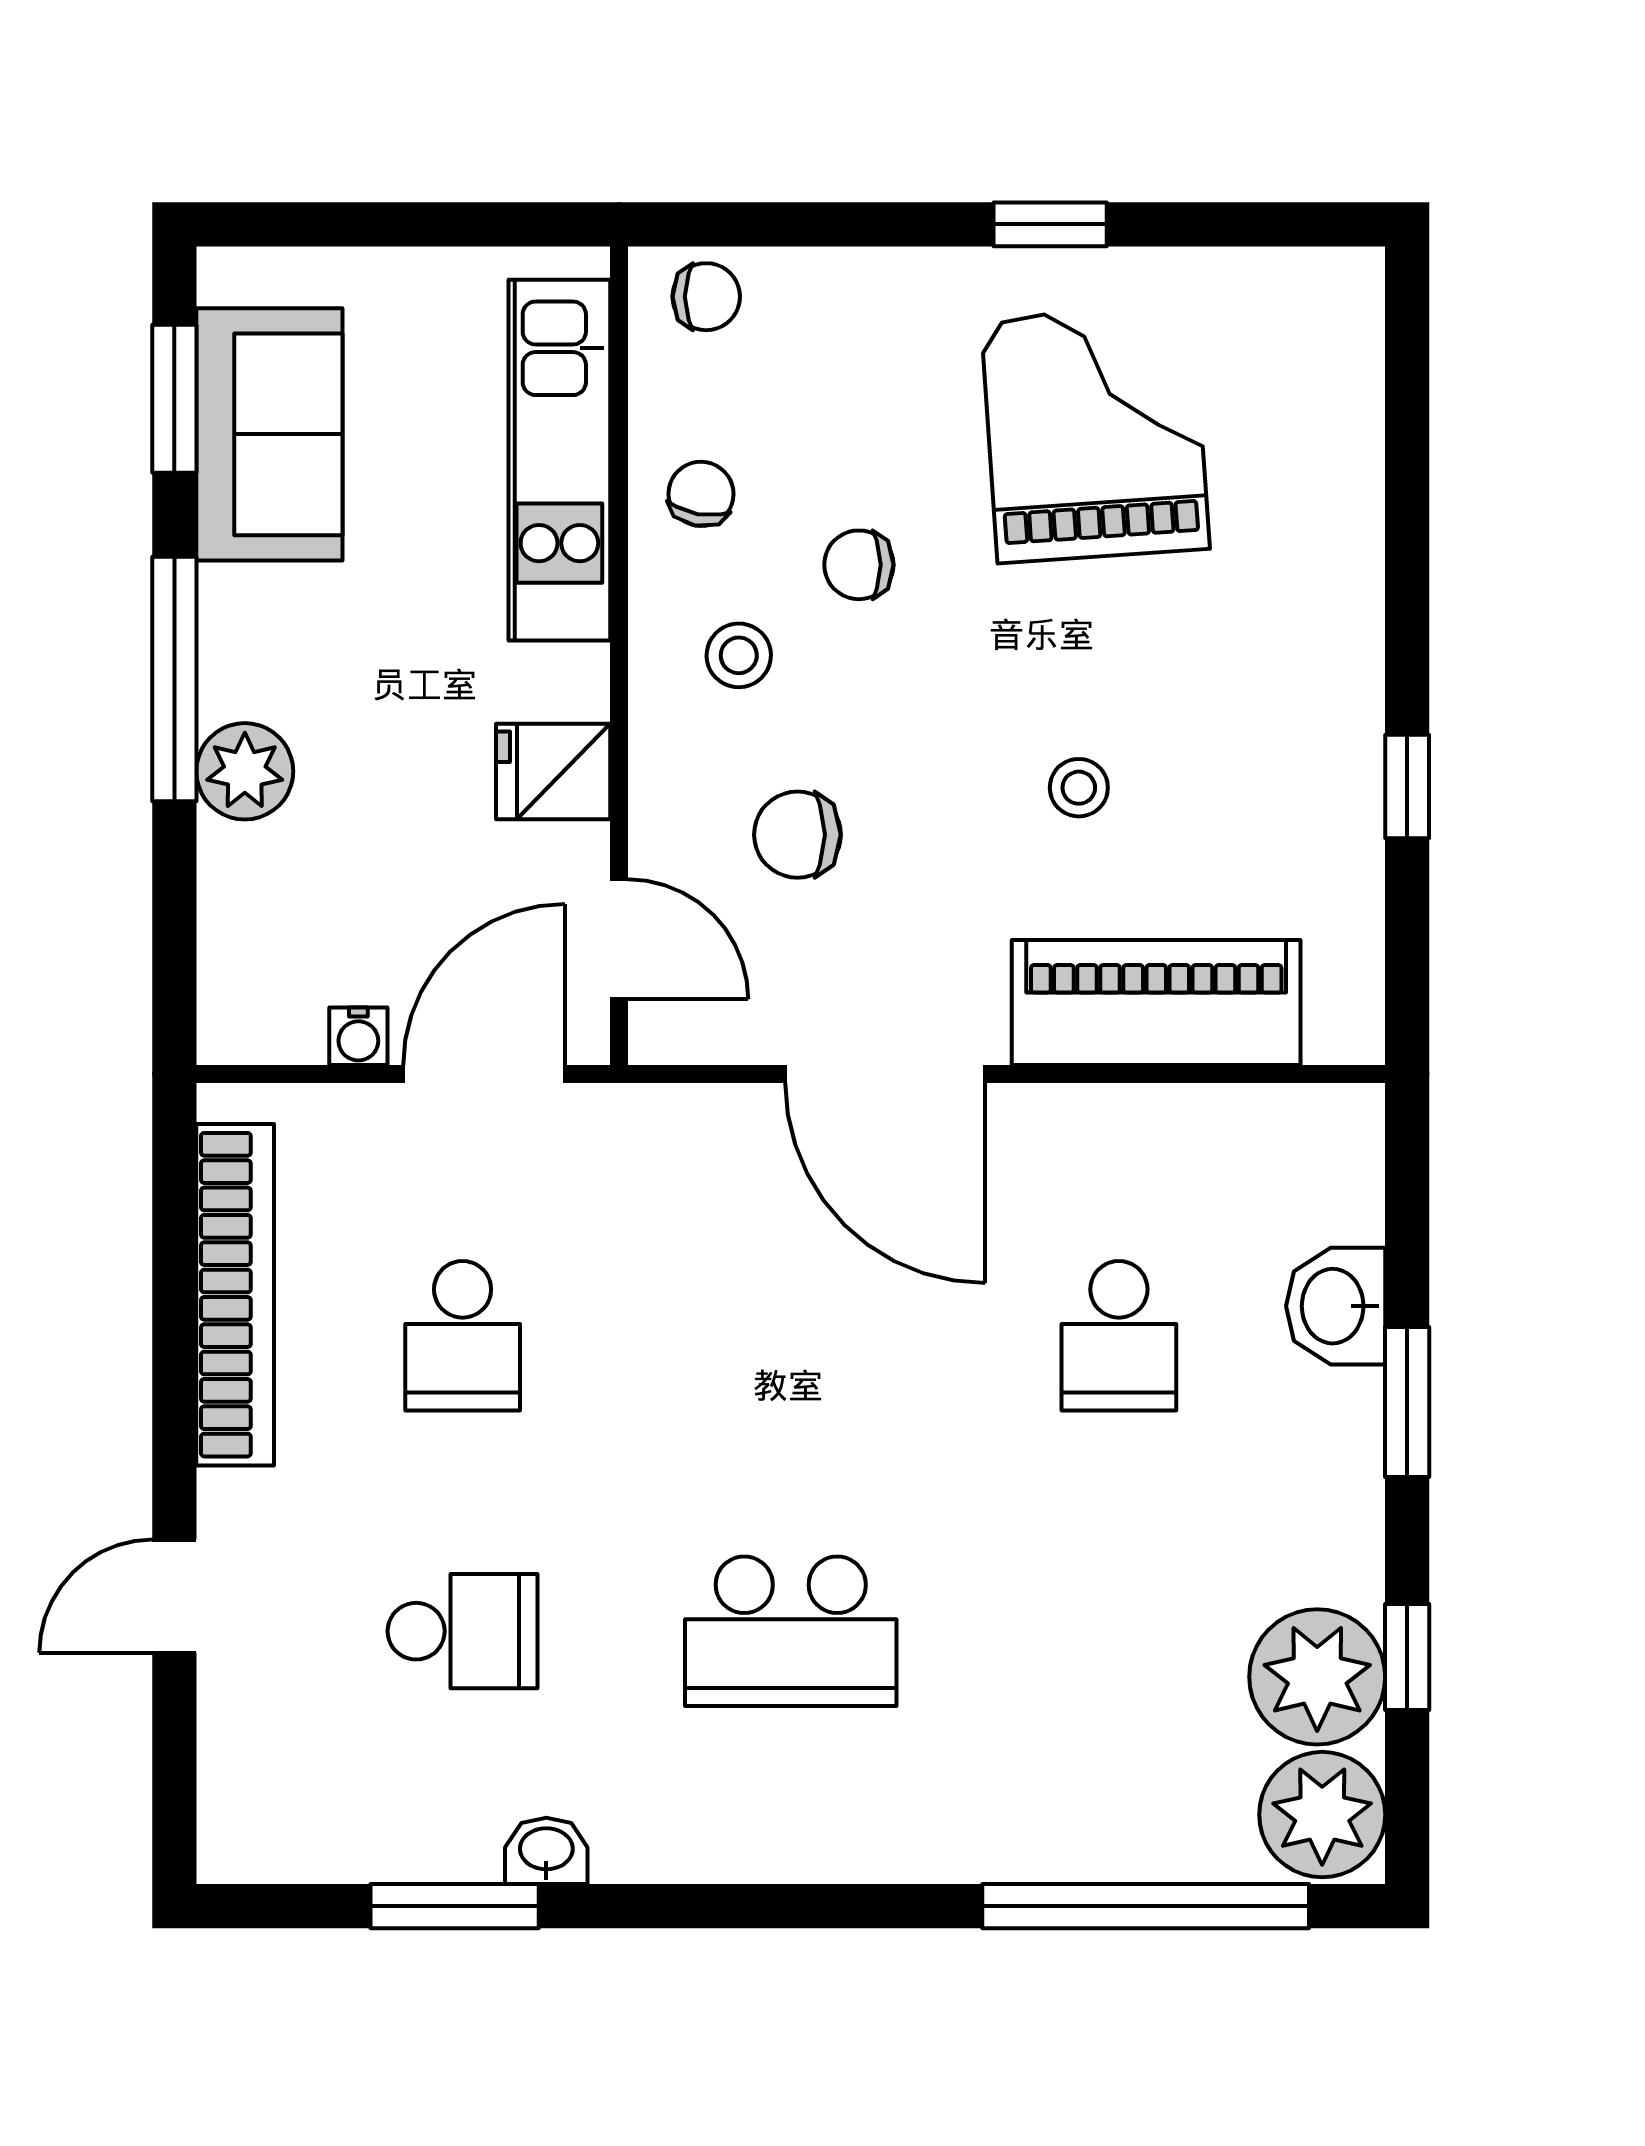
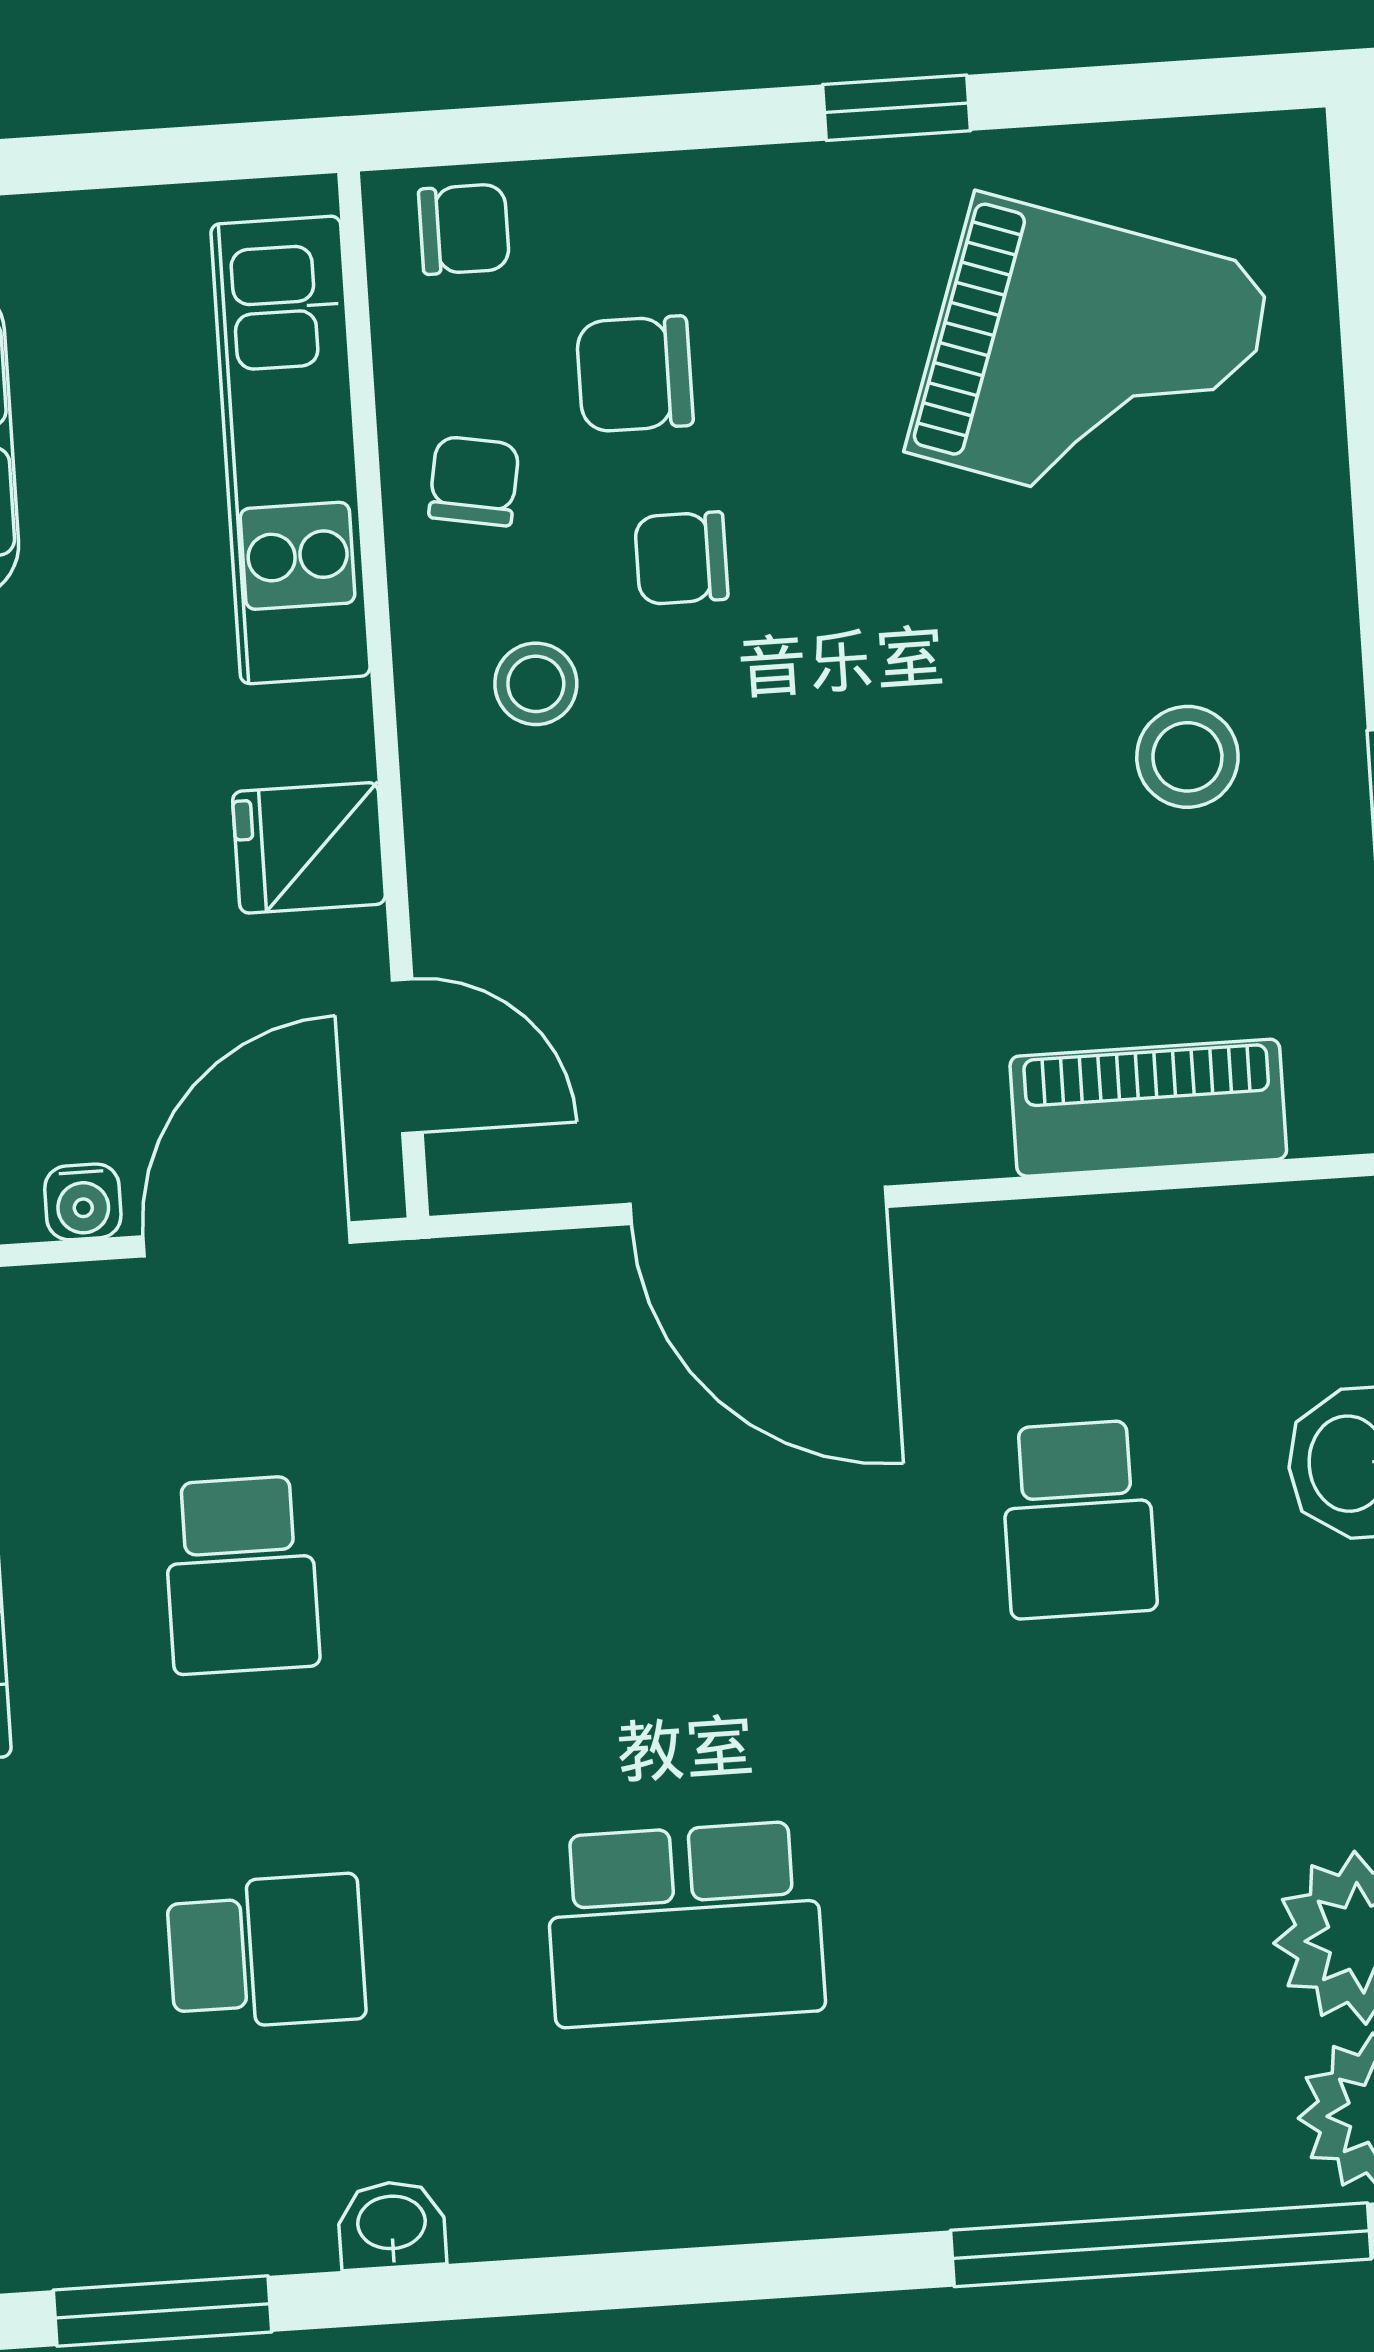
grand piano: (1095, 434) -> (1091, 362), moved, turned 113
stool: (1079, 788) -> (1187, 757), moved, width x1.37, depth x1.37
chair: (797, 835) -> (635, 374), moved
piano: (1156, 1003) -> (1148, 1108), width x0.73, depth x0.75
window: (455, 1906) -> (162, 2311), moved

